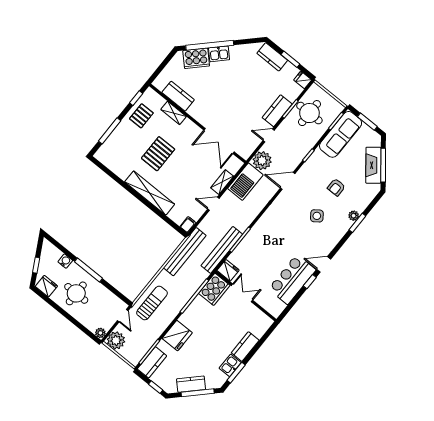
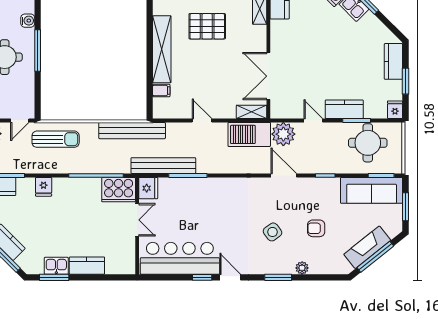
shelving: (222, 182) -> (252, 112), moved
window: (357, 223) -> (278, 277), moved
filing cabinet: (188, 225) -> (161, 91), moved
bar counter: (292, 279) -> (180, 258), width x1.36
fridge: (177, 336) -> (44, 187), width x0.53, depth x0.75

